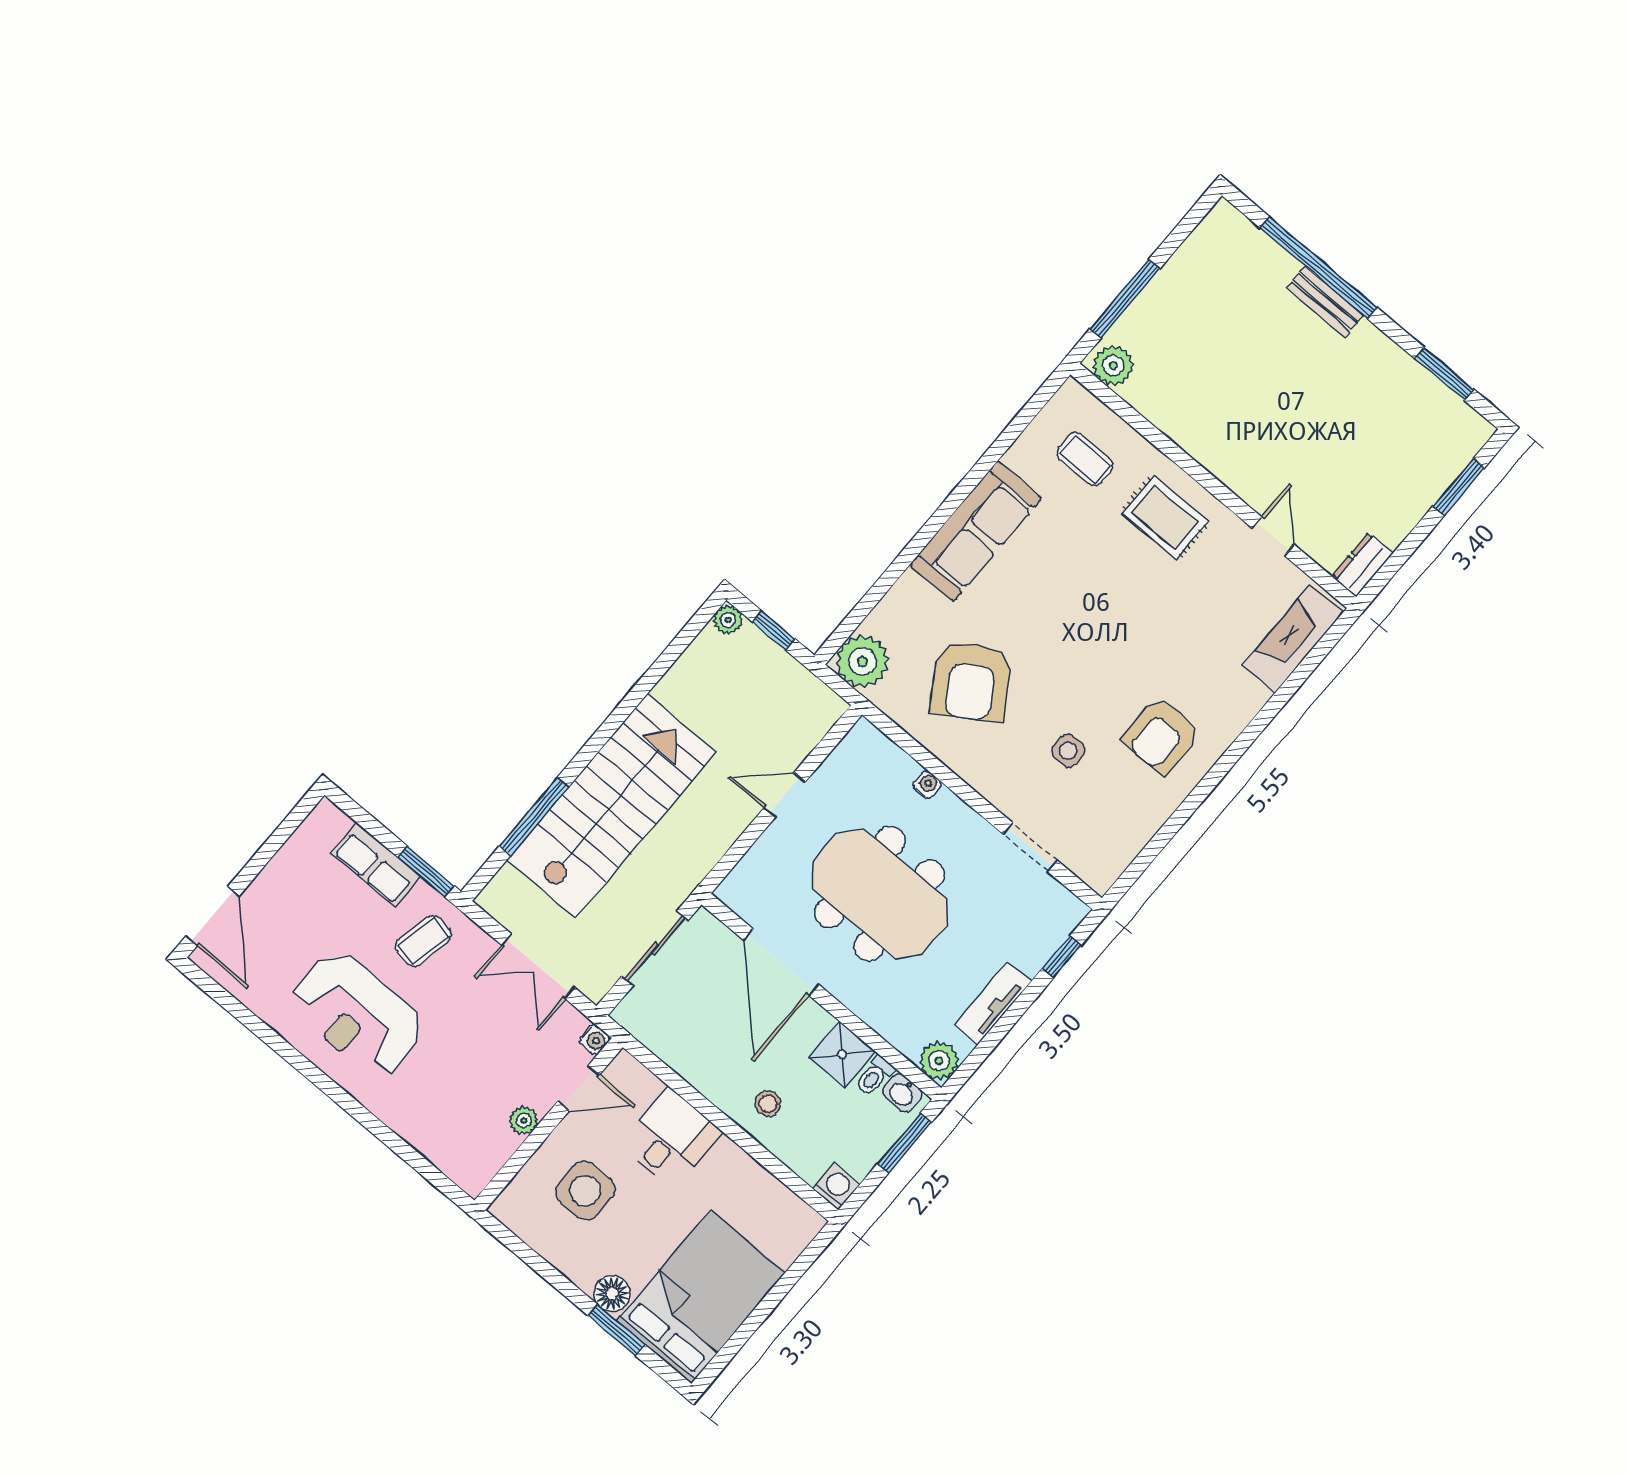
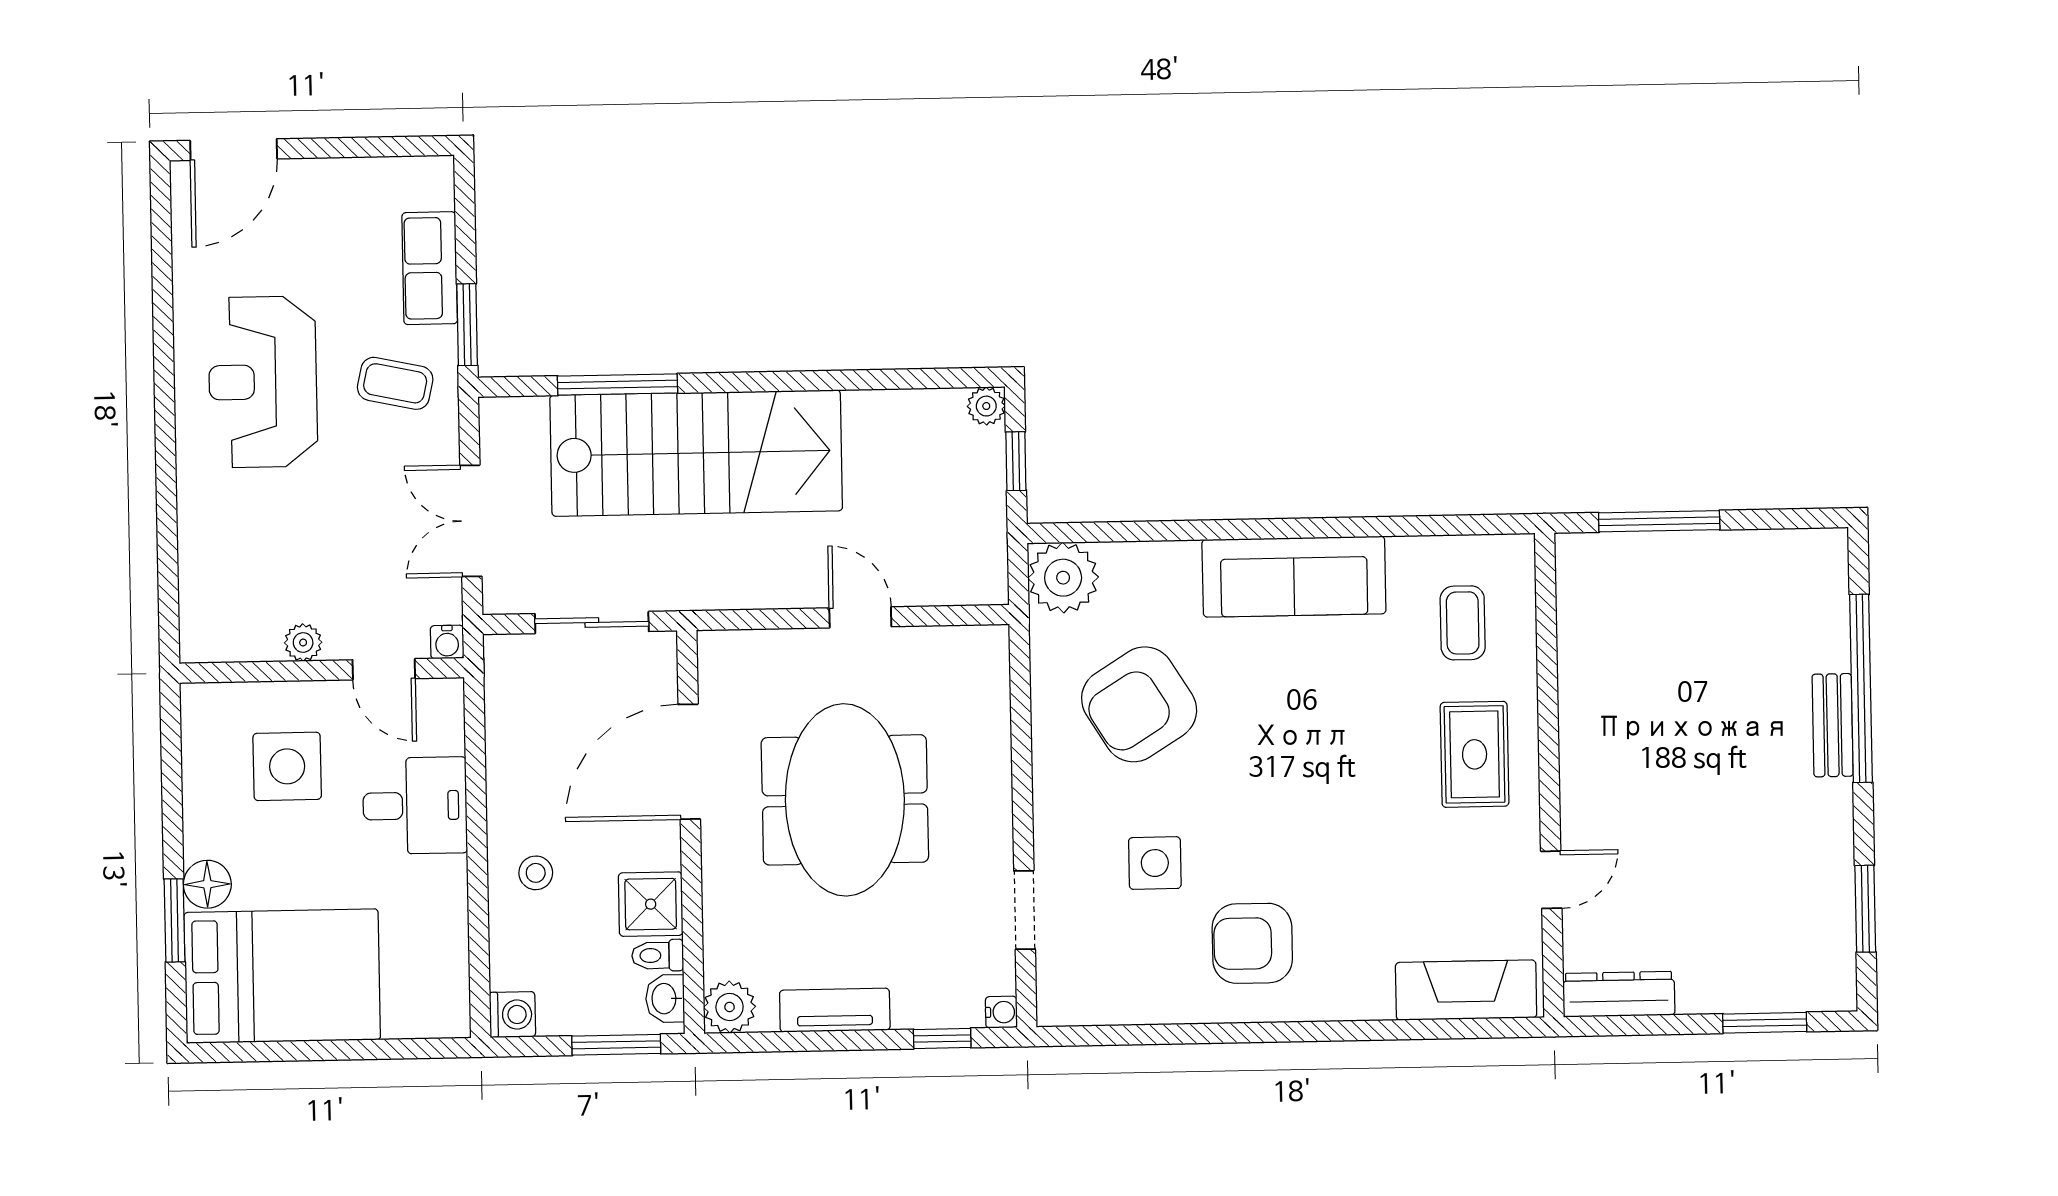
plant: (1113, 366) -> (1582, 568), removed
dresser: (1363, 565) -> (1619, 994), width x1.44
side table: (1068, 751) -> (1155, 863), width x1.37, depth x1.37
water cooler: (927, 785) -> (1001, 1012), moved

